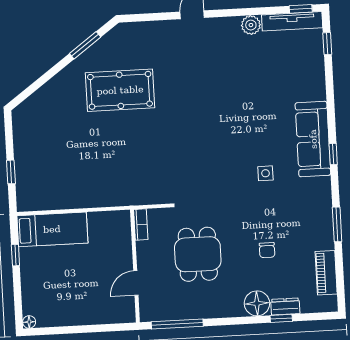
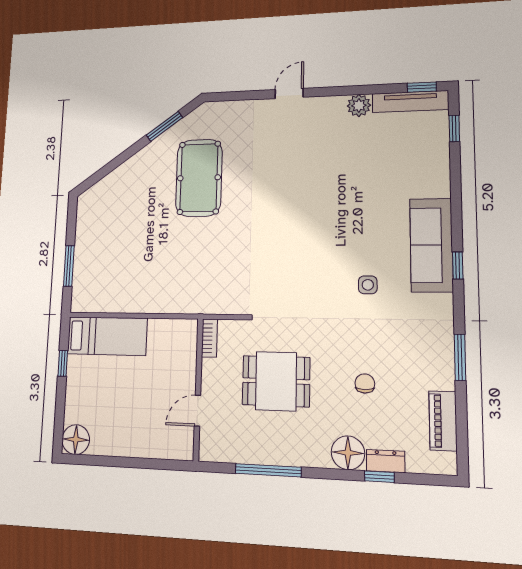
pool table: (120, 90) -> (199, 178), turned 90
window: (11, 172) -> (69, 266), width x1.50
chair: (267, 250) -> (365, 383), turned 180
dining table: (198, 254) -> (276, 381), turned 90
floor lamp: (29, 322) -> (76, 440), width x1.89, depth x1.89
window: (177, 324) -> (268, 470), moved

